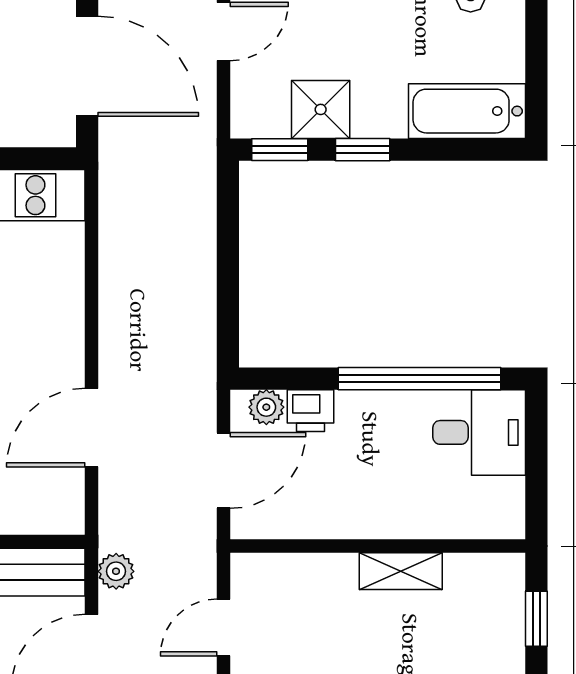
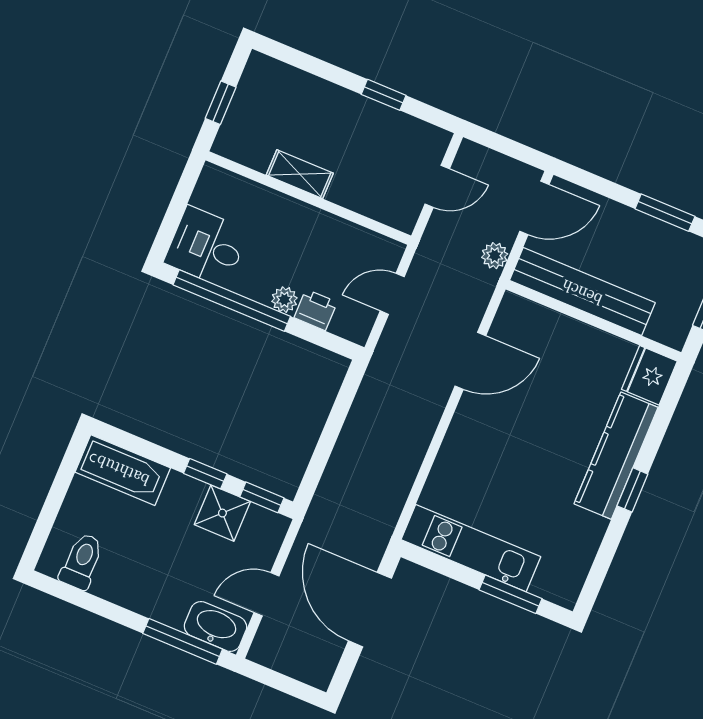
plant: (266, 407) -> (284, 300), moved
door: (224, 470) -> (392, 294), width x0.73

